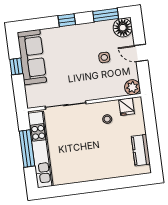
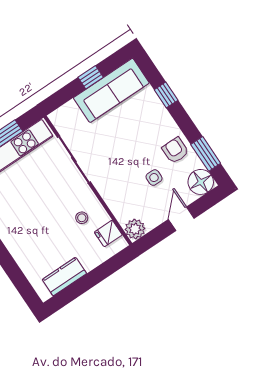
window: (67, 20) -> (166, 95), moved
armchair: (93, 34) -> (175, 150), added

